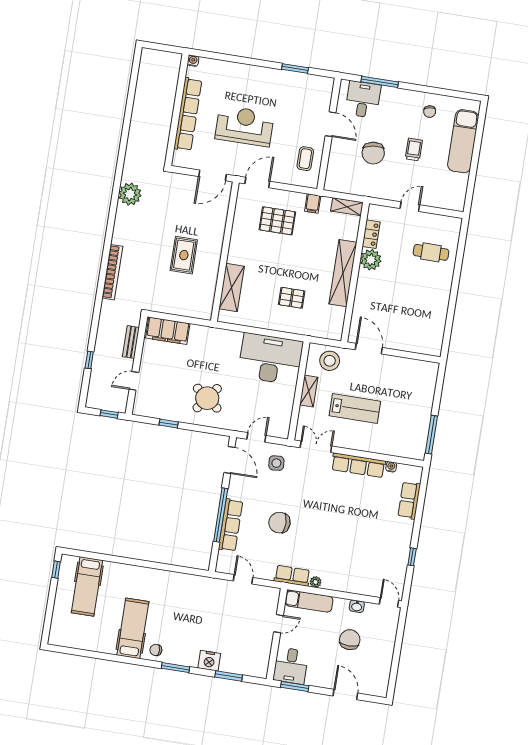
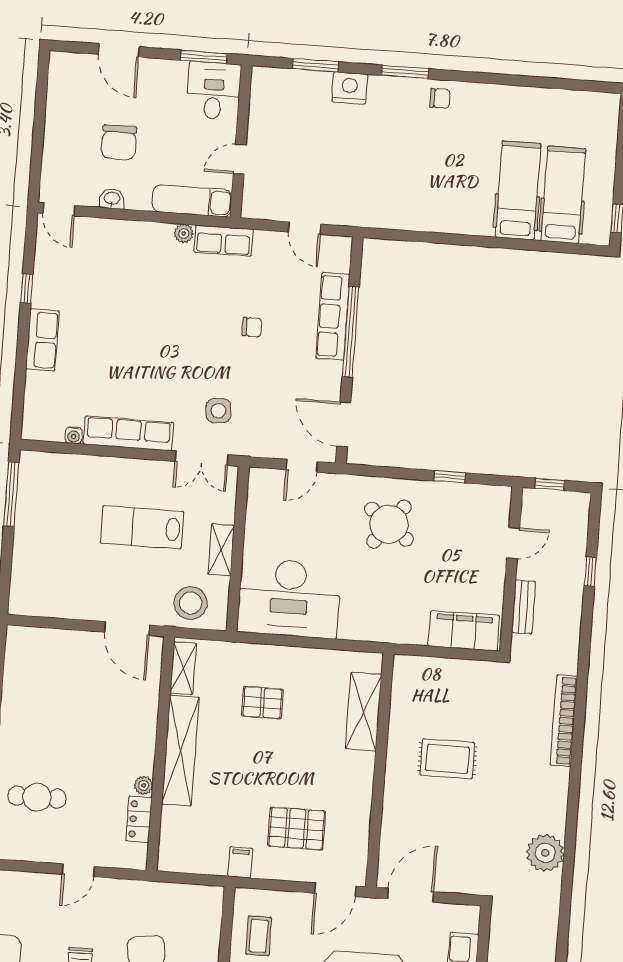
shelving: (347, 207) -> (183, 668), moved, turned 90
rug: (184, 255) -> (447, 759), turned 90
plant: (371, 260) -> (144, 785), width x0.53, depth x0.53
side table: (276, 463) -> (218, 411), moved
row of seats: (409, 500) -> (42, 340), moved
chair: (279, 523) -> (252, 327), width x0.54, depth x0.54
hospital bed: (133, 628) -> (518, 190), moved, turned 180

